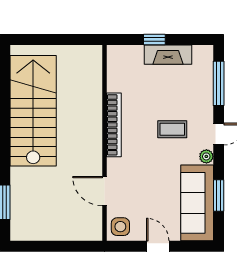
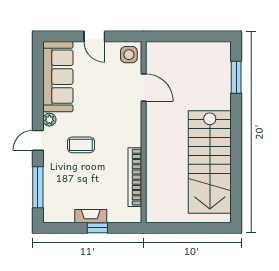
fireplace: (168, 55) -> (91, 216), width x0.73, depth x0.76
bookcase: (114, 125) -> (135, 177), moved
window: (219, 196) -> (38, 83), removed

